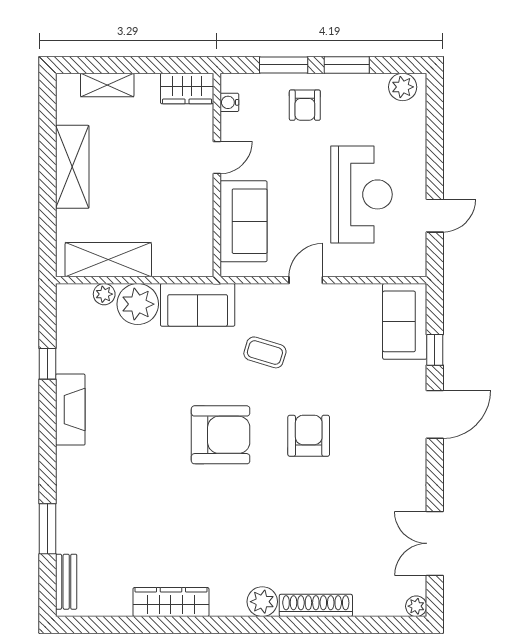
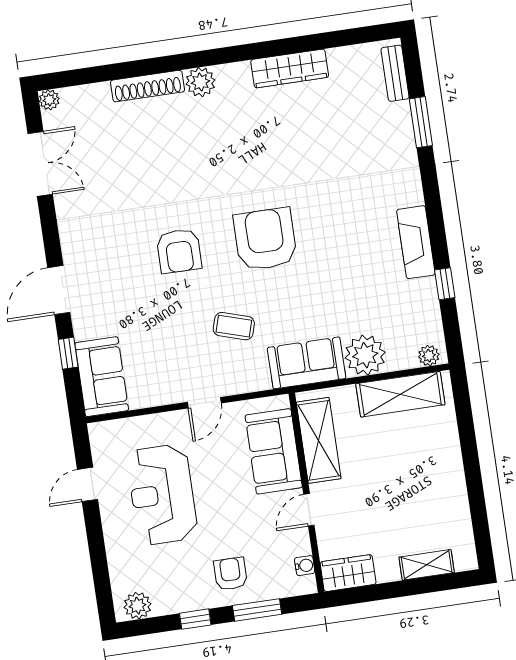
window: (347, 65) -> (195, 619), width x0.67
shelving: (72, 167) -> (319, 440), moved
plant: (104, 294) -> (429, 356), moved
armchair: (221, 435) -> (265, 239), turned 90

